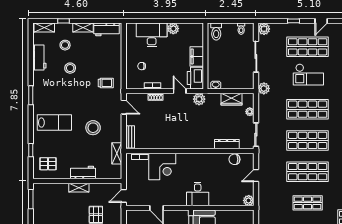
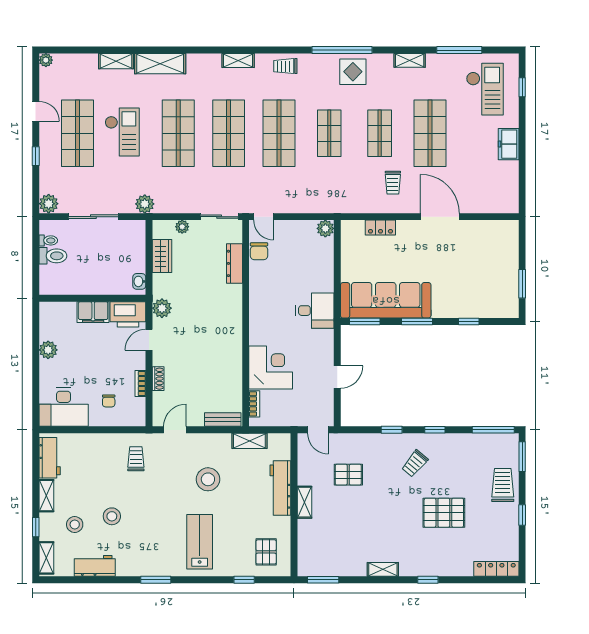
toilet: (216, 32) -> (53, 256), moved
desk: (152, 35) -> (64, 407), moved, turned -90
workbench: (83, 173) -> (280, 488), width x1.38
door: (256, 176) -> (264, 217), moved

